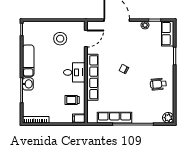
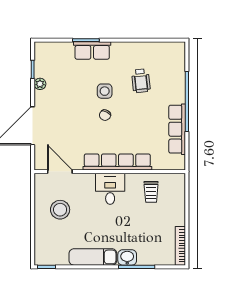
row of seats: (168, 34) -> (92, 50), moved
side table: (140, 69) -> (105, 91), added
wheelchair: (158, 84) -> (141, 81), moved
plant: (168, 118) -> (177, 50), removed
filing cabinet: (79, 119) -> (179, 182), removed

